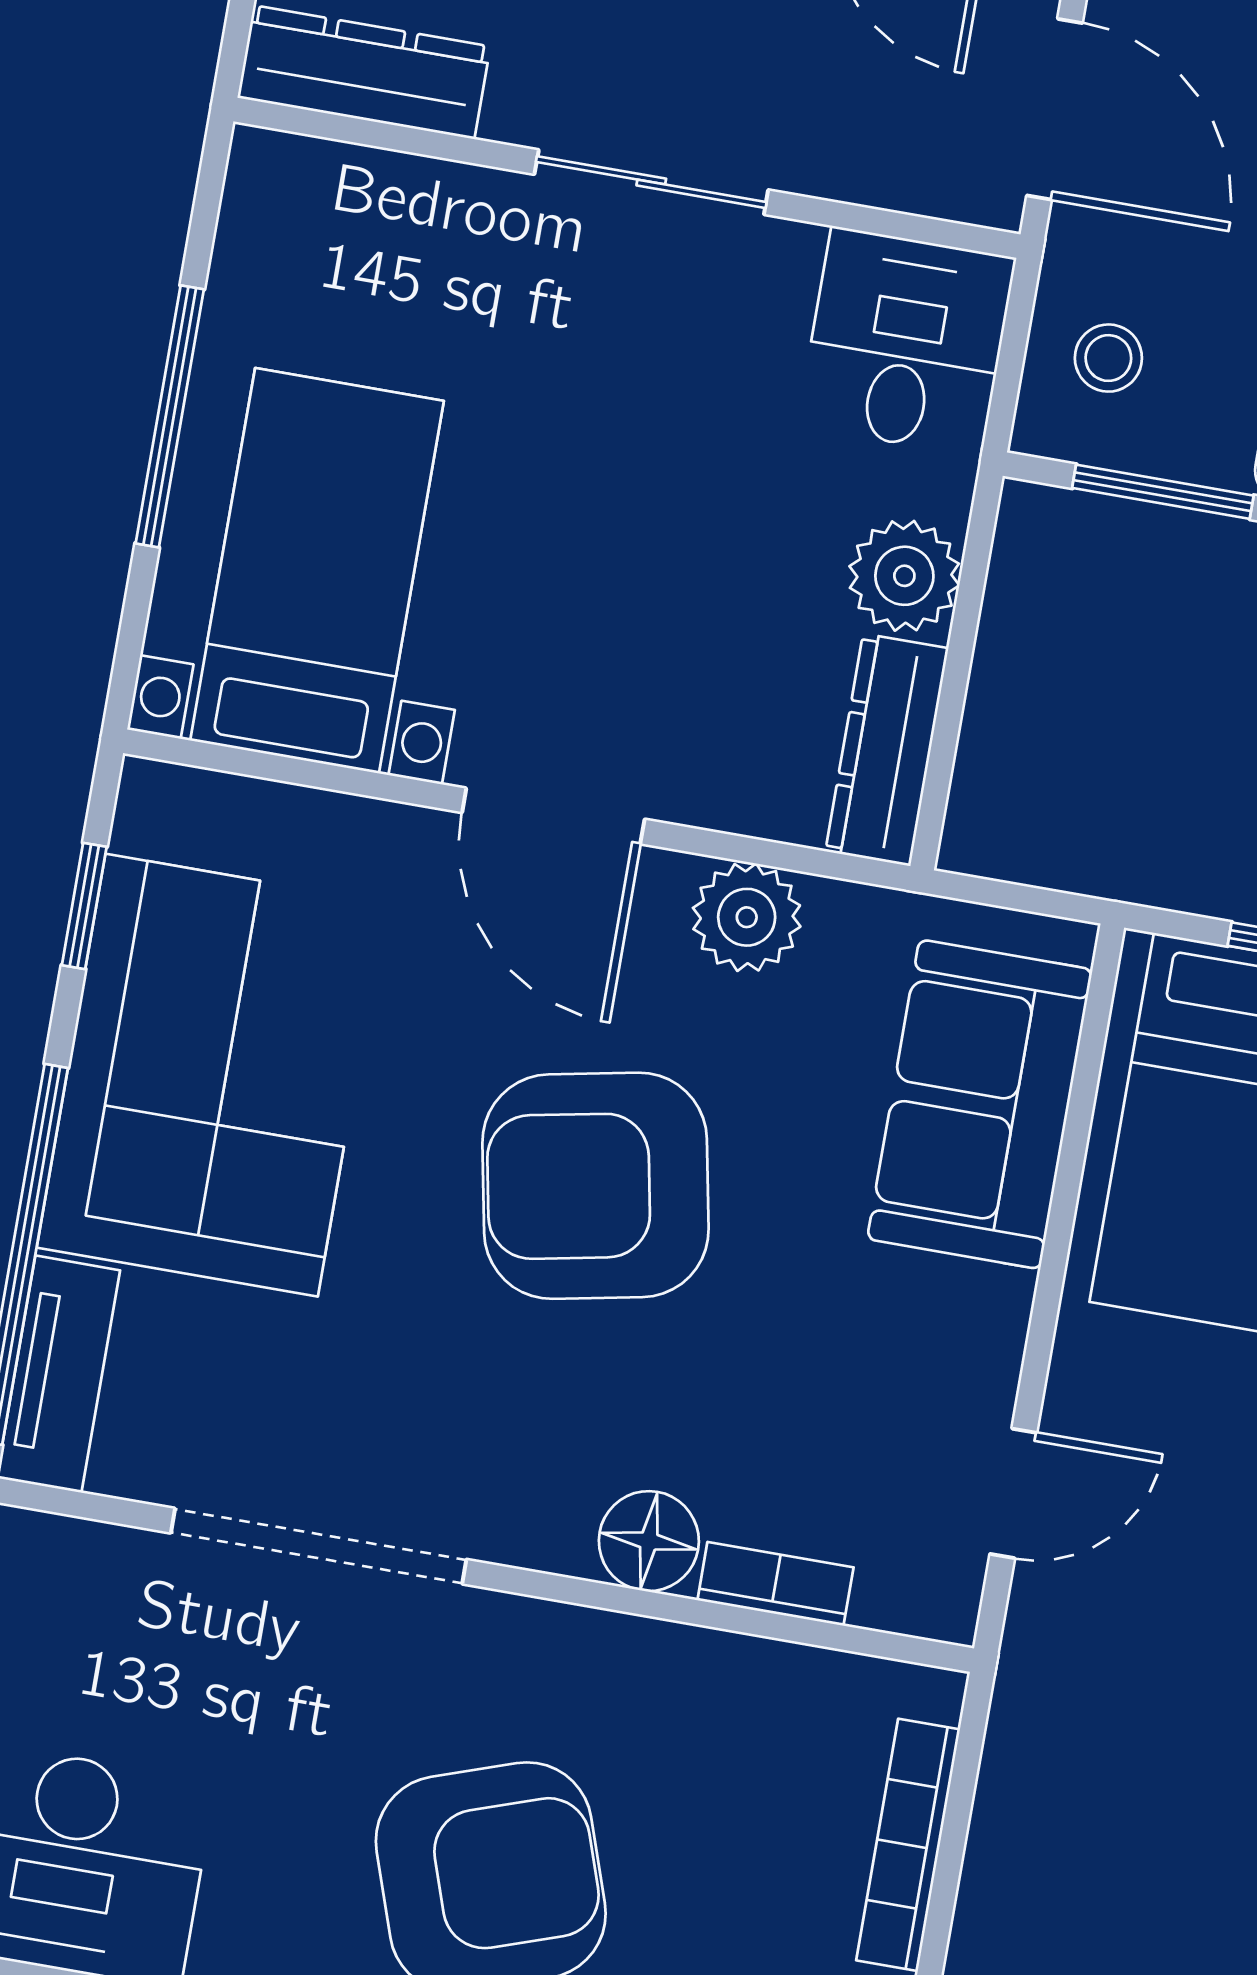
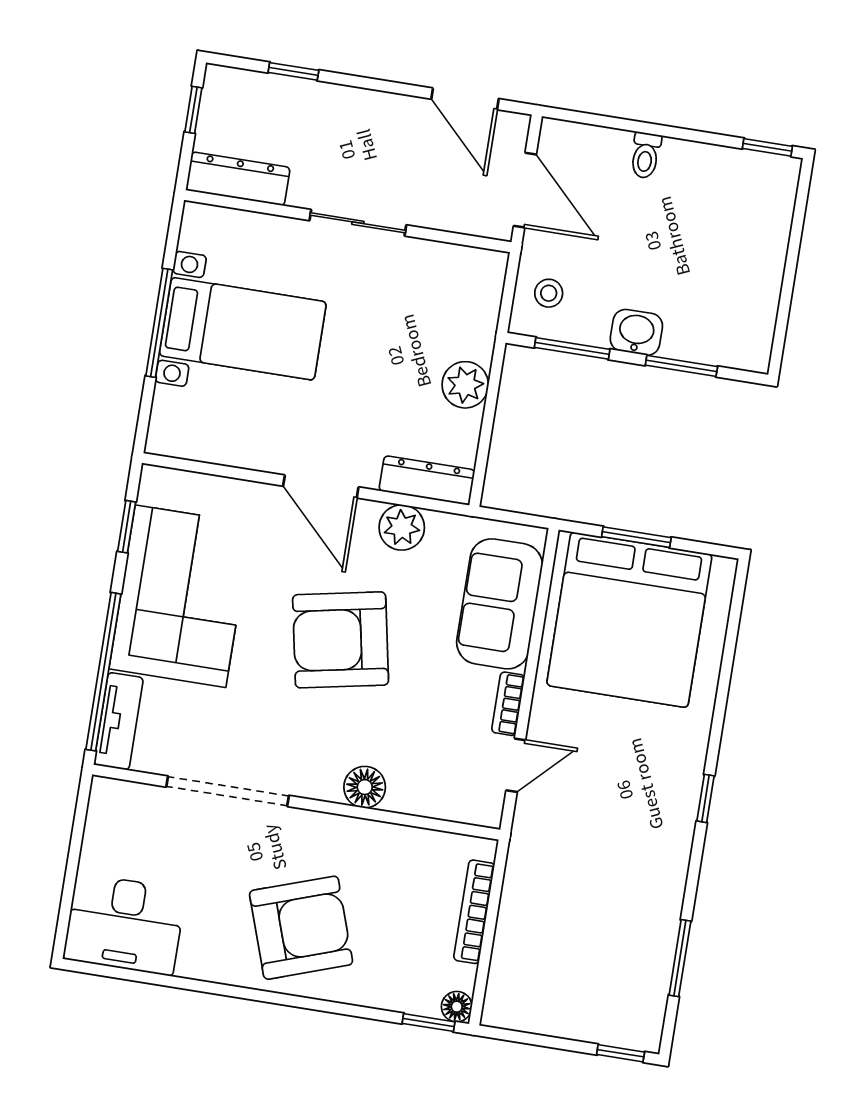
desk: (906, 342) -> (465, 288), removed
bed with nightstands: (317, 571) -> (243, 329), moved, turned 90
dresser: (887, 750) -> (427, 480), moved, turned 90
bookcase: (775, 1584) -> (508, 704), moved, turned -90

